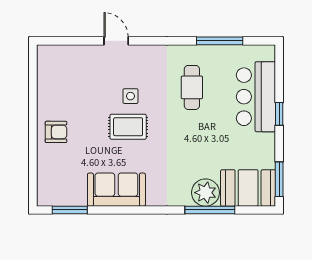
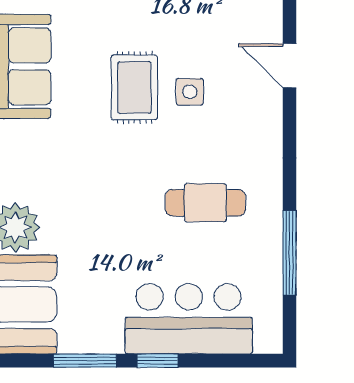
door: (116, 41) -> (290, 66), swing flipped
window: (279, 179) -> (85, 361), moved

